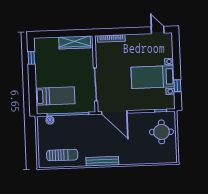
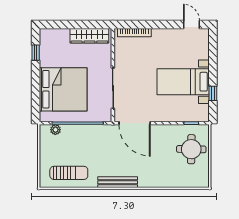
bed: (55, 96) -> (63, 89), width x2.04

